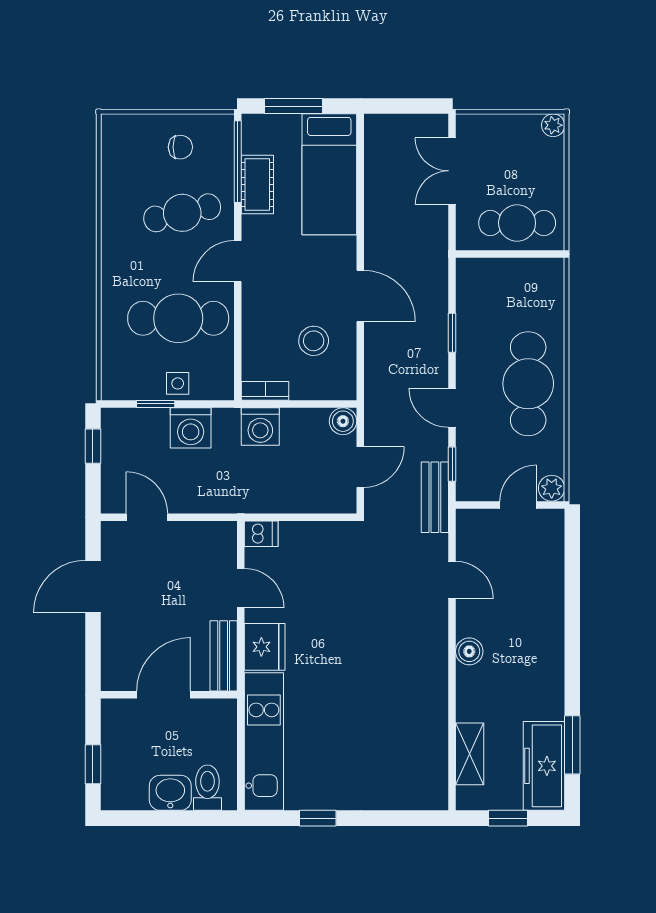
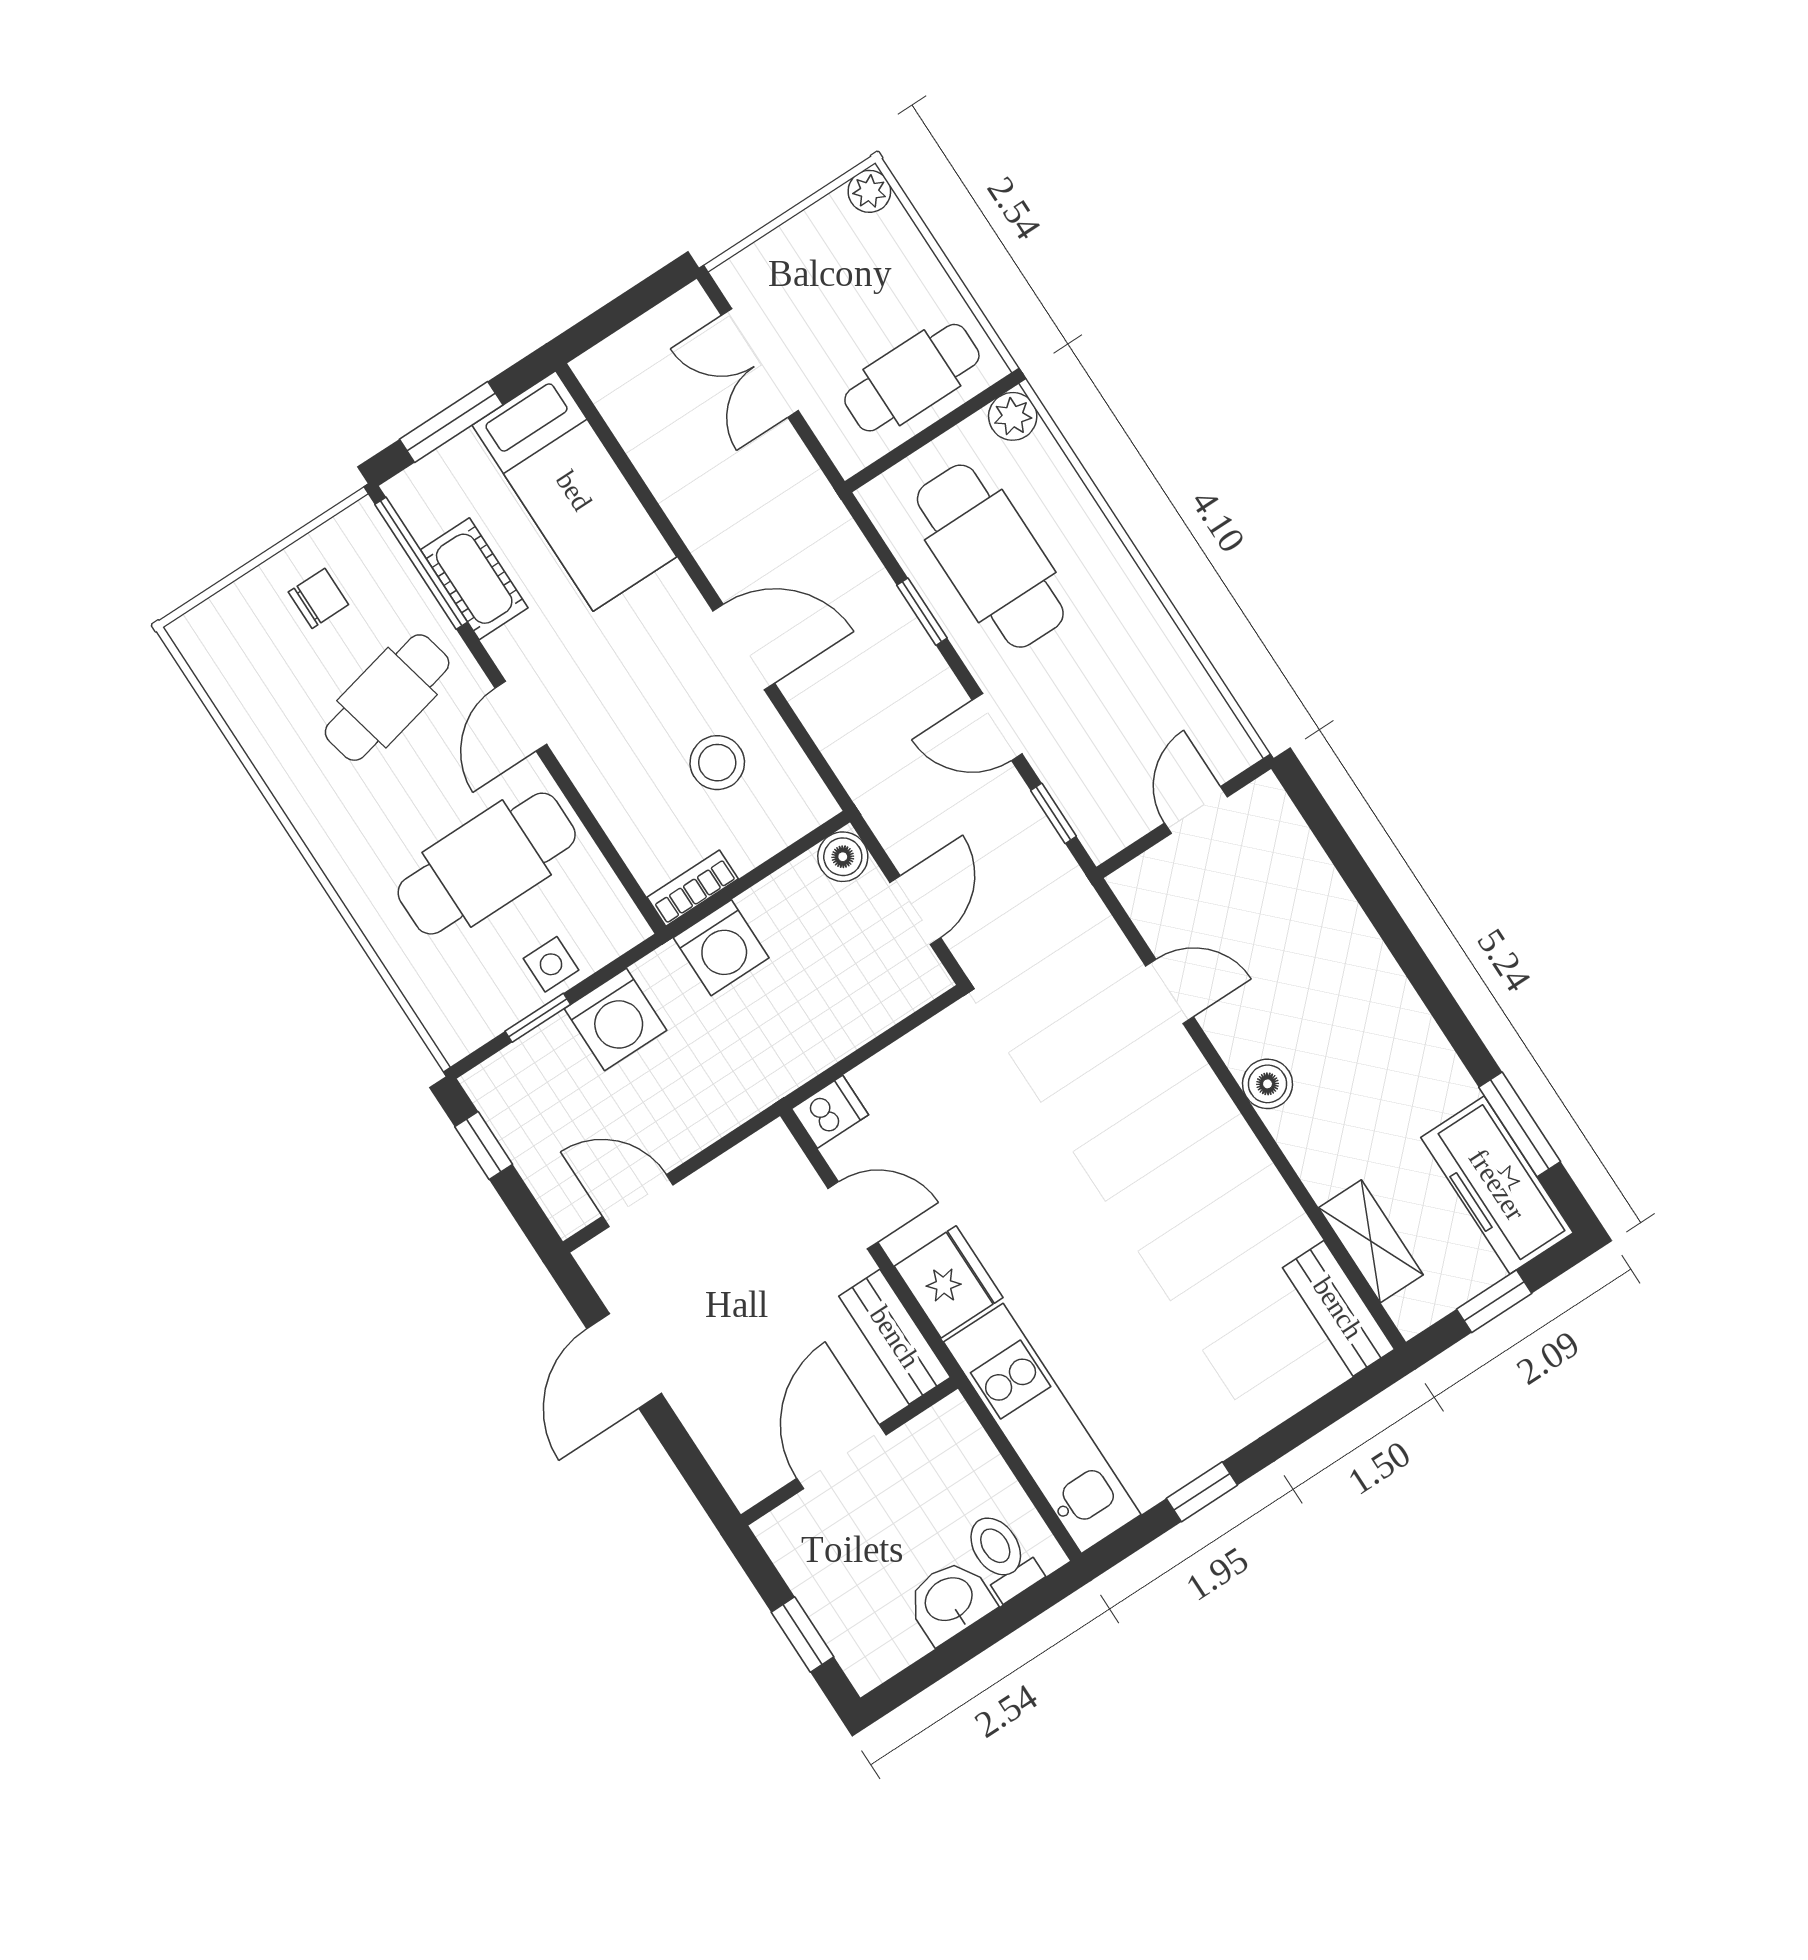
cafe table: (528, 384) -> (990, 556), moved
plant: (552, 488) -> (1013, 416), moved
bench: (435, 497) -> (1338, 1308), moved

